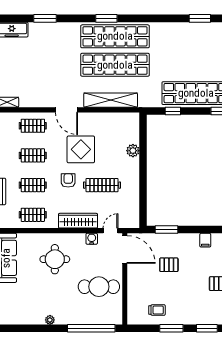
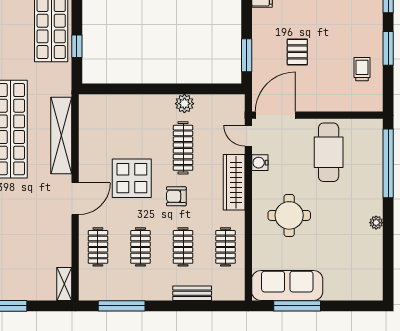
plant: (133, 151) -> (184, 104), moved

